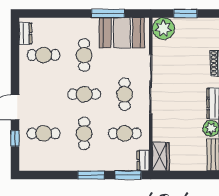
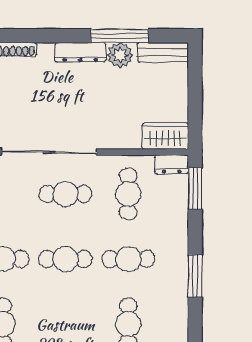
cafe table: (84, 94) -> (65, 259), turned 90
window: (91, 175) -> (195, 276), moved

